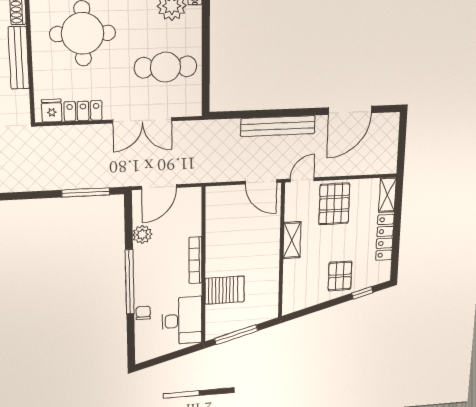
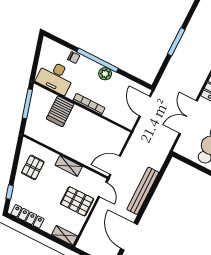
window: (86, 192) -> (176, 42), moved
plant: (142, 235) -> (105, 74), moved
locker: (385, 237) -> (27, 216), moved
pallet: (340, 276) -> (33, 167), moved, turned 90

